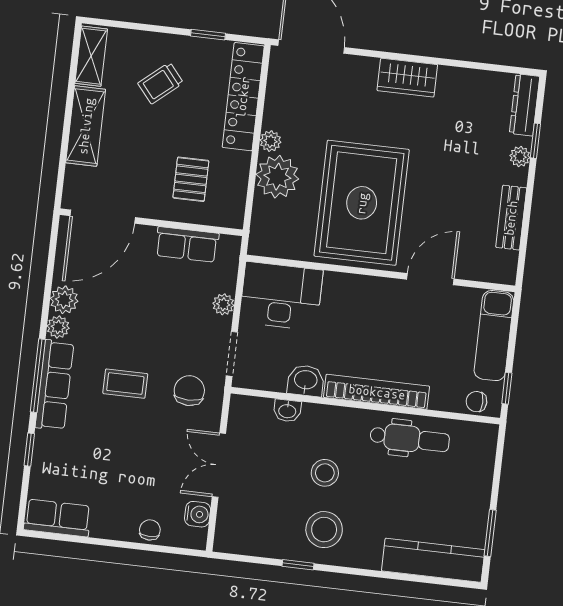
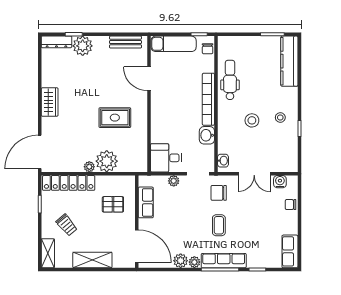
shelving: (91, 56) -> (48, 253), moved, turned 90
plant: (520, 157) -> (83, 46), width x1.88, depth x1.88
rug: (362, 203) -> (115, 118), width x0.54, depth x0.49
bench: (511, 218) -> (126, 42), moved
desk: (281, 296) -> (166, 158), width x0.73
washbasin: (287, 411) -> (223, 161), moved
stool: (324, 530) -> (280, 117), width x0.53, depth x0.53

